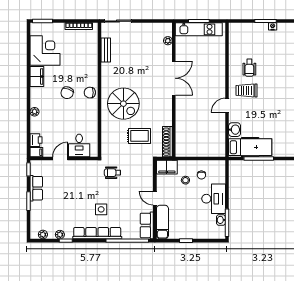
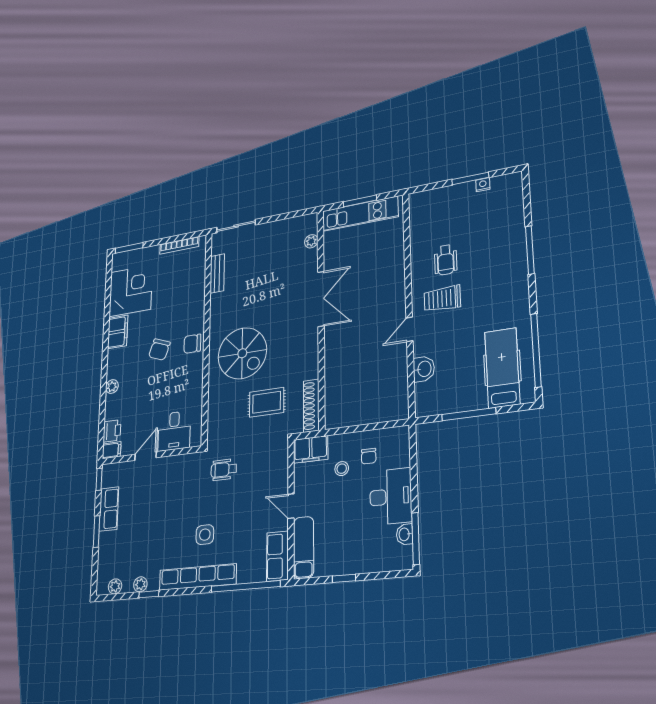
hospital bed: (250, 147) -> (502, 368), moved, turned -90

